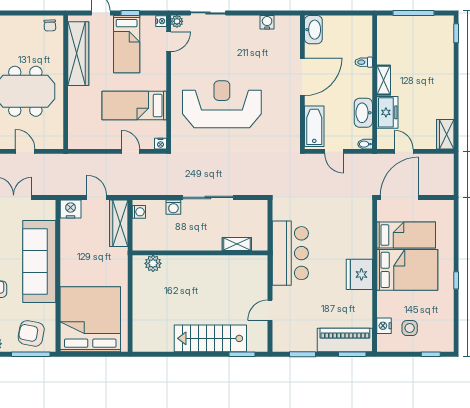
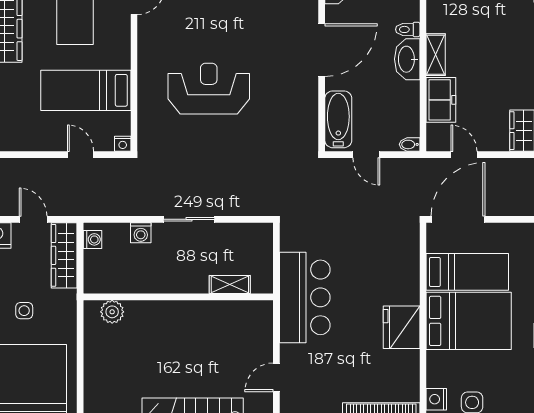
reception desk: (222, 104) -> (209, 89), width x0.74, depth x0.77
washbasin: (363, 113) -> (407, 59), moved
sliding door: (208, 197) -> (189, 219), width x0.73
side table: (90, 263) -> (24, 311), added

